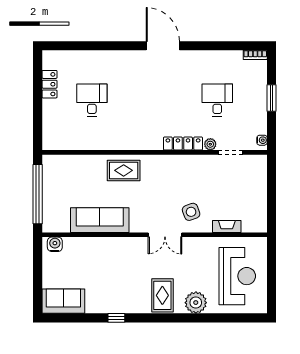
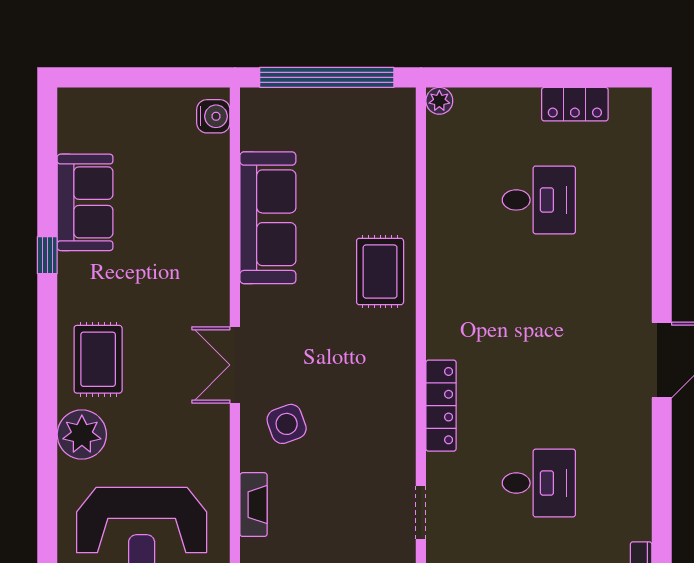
plant: (210, 144) -> (439, 101), moved
rug: (162, 295) -> (98, 359), turned 90
sofa: (63, 301) -> (85, 202), moved

